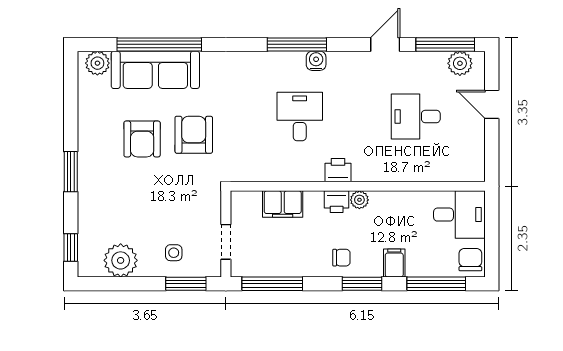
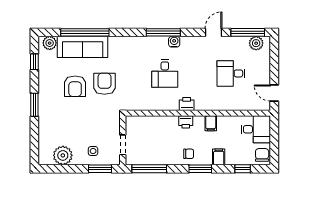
door: (492, 104) -> (274, 93), moved
desk: (300, 116) -> (165, 73), turned 180
plant: (359, 200) -> (199, 121), removed
filing cabinet: (283, 204) -> (211, 123), moved, width x0.50
window: (71, 248) -> (34, 62), moved
window: (436, 284) -> (243, 169), width x0.46

